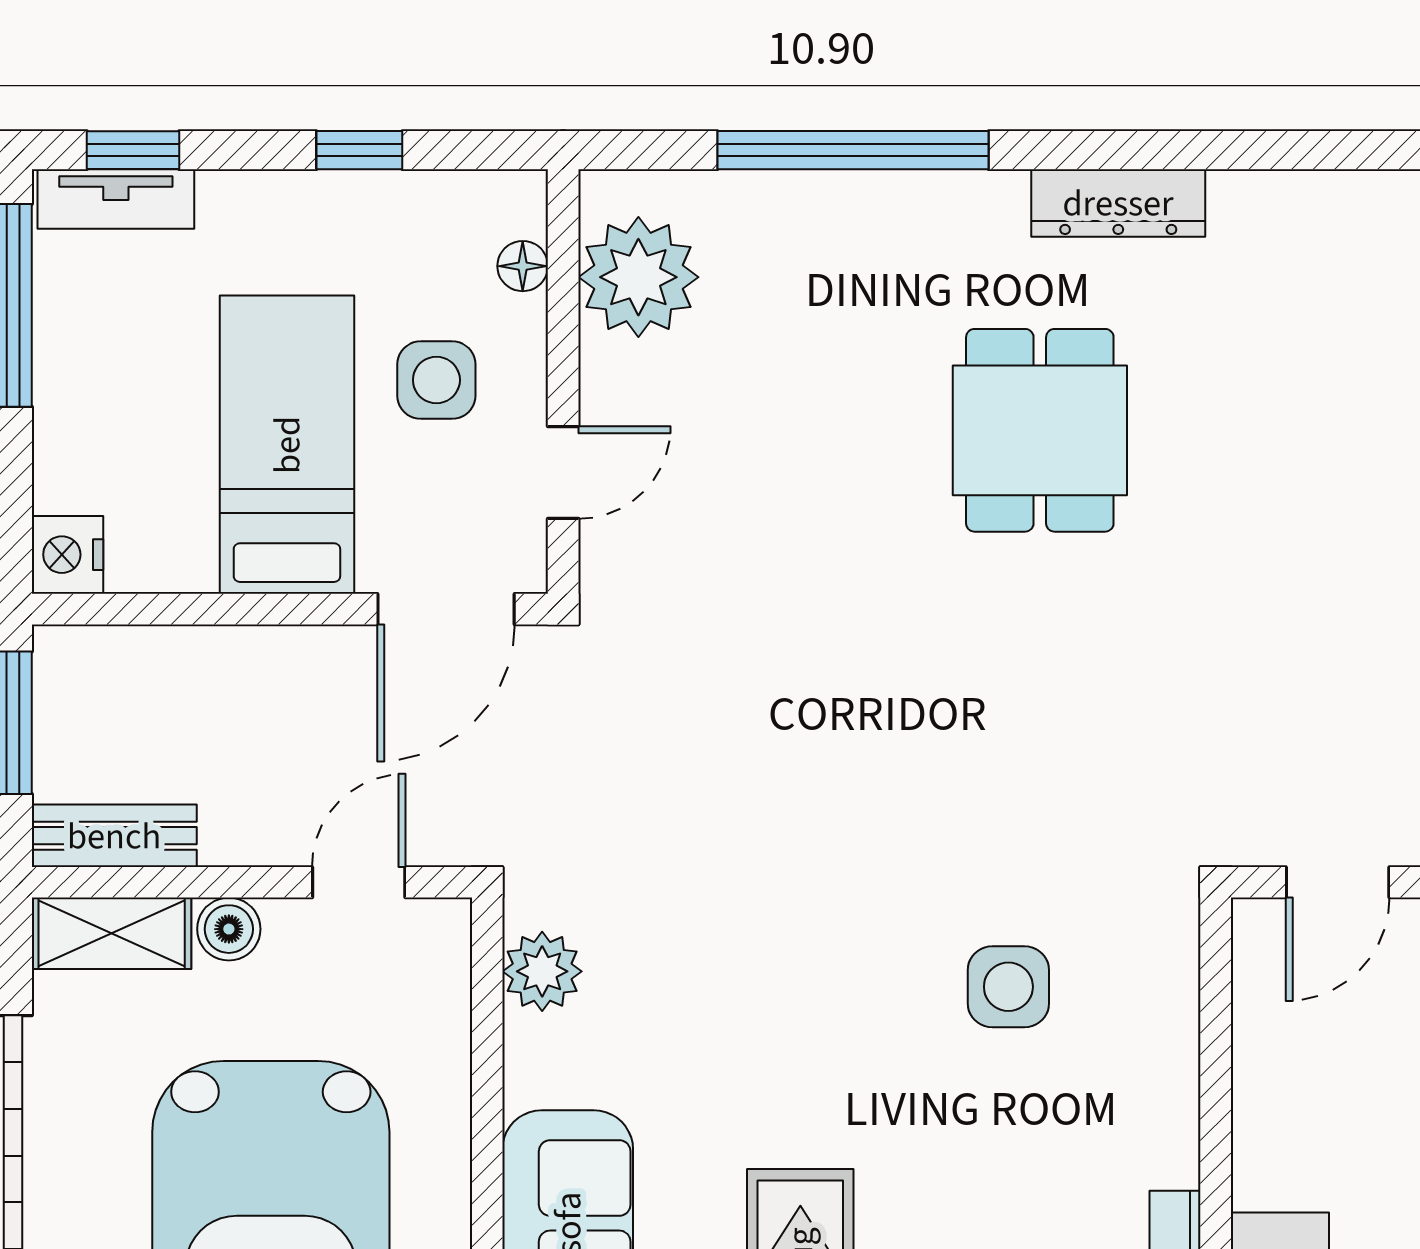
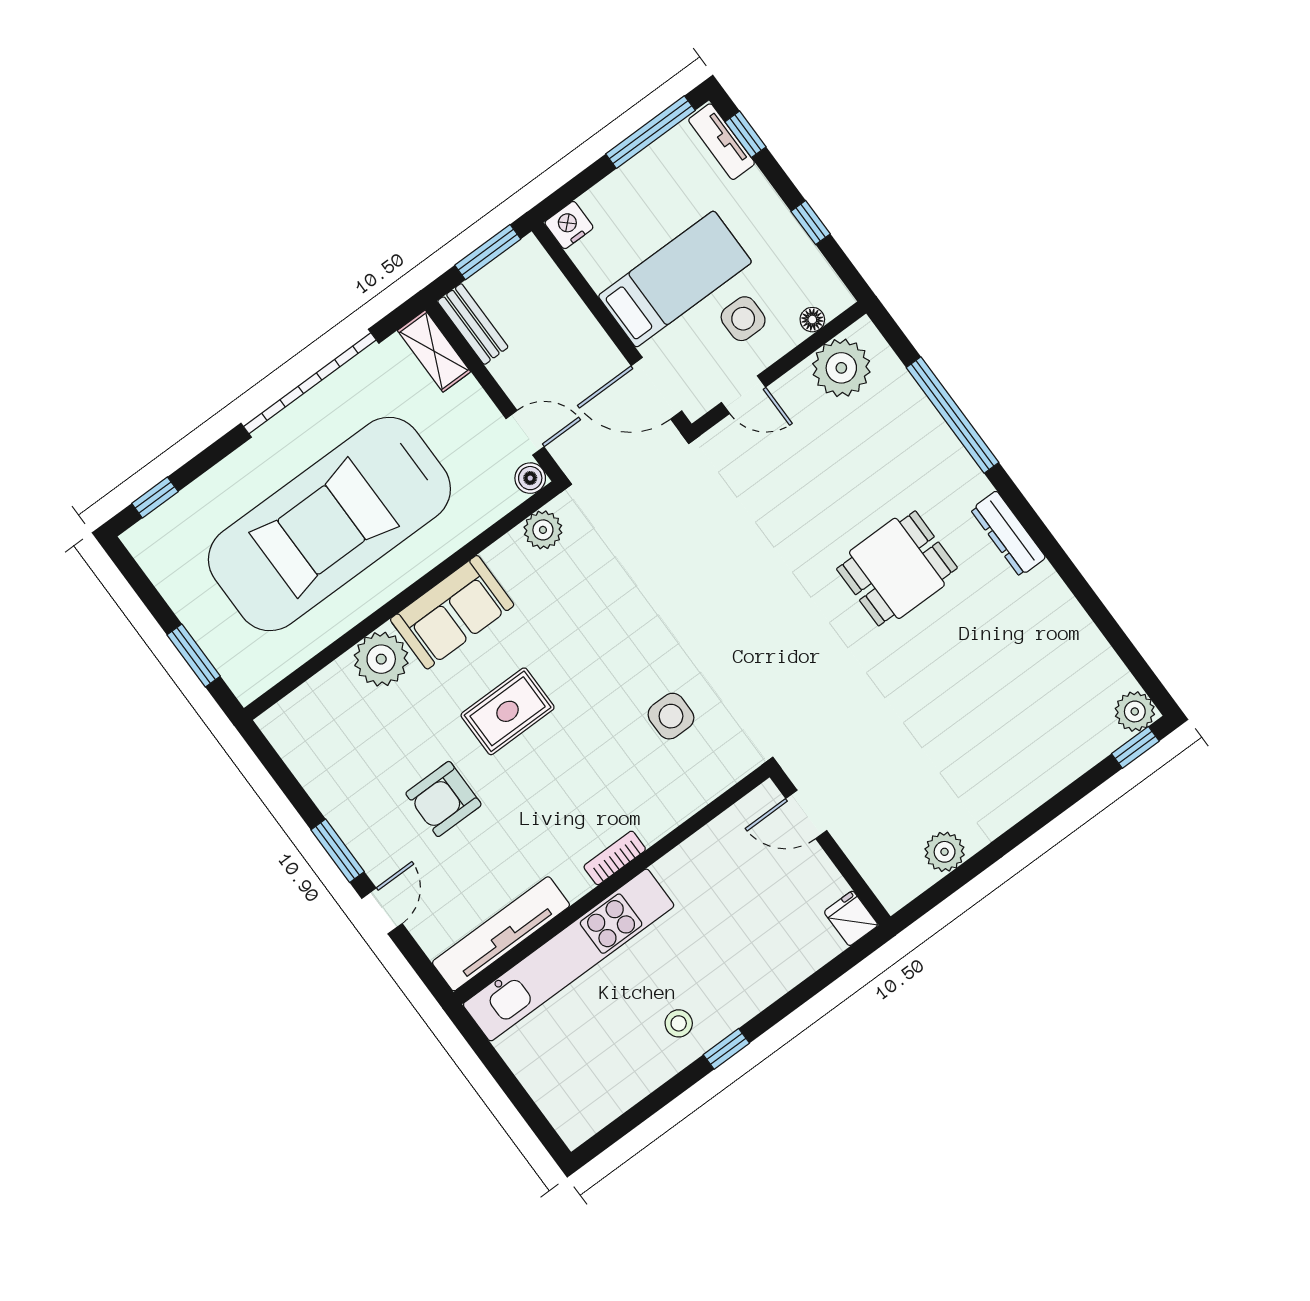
boiler: (229, 929) -> (530, 478), moved

